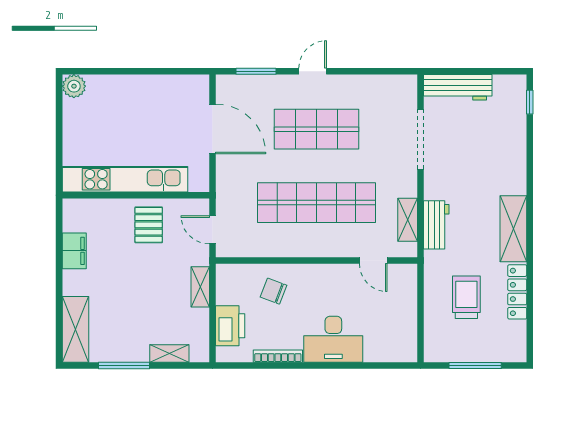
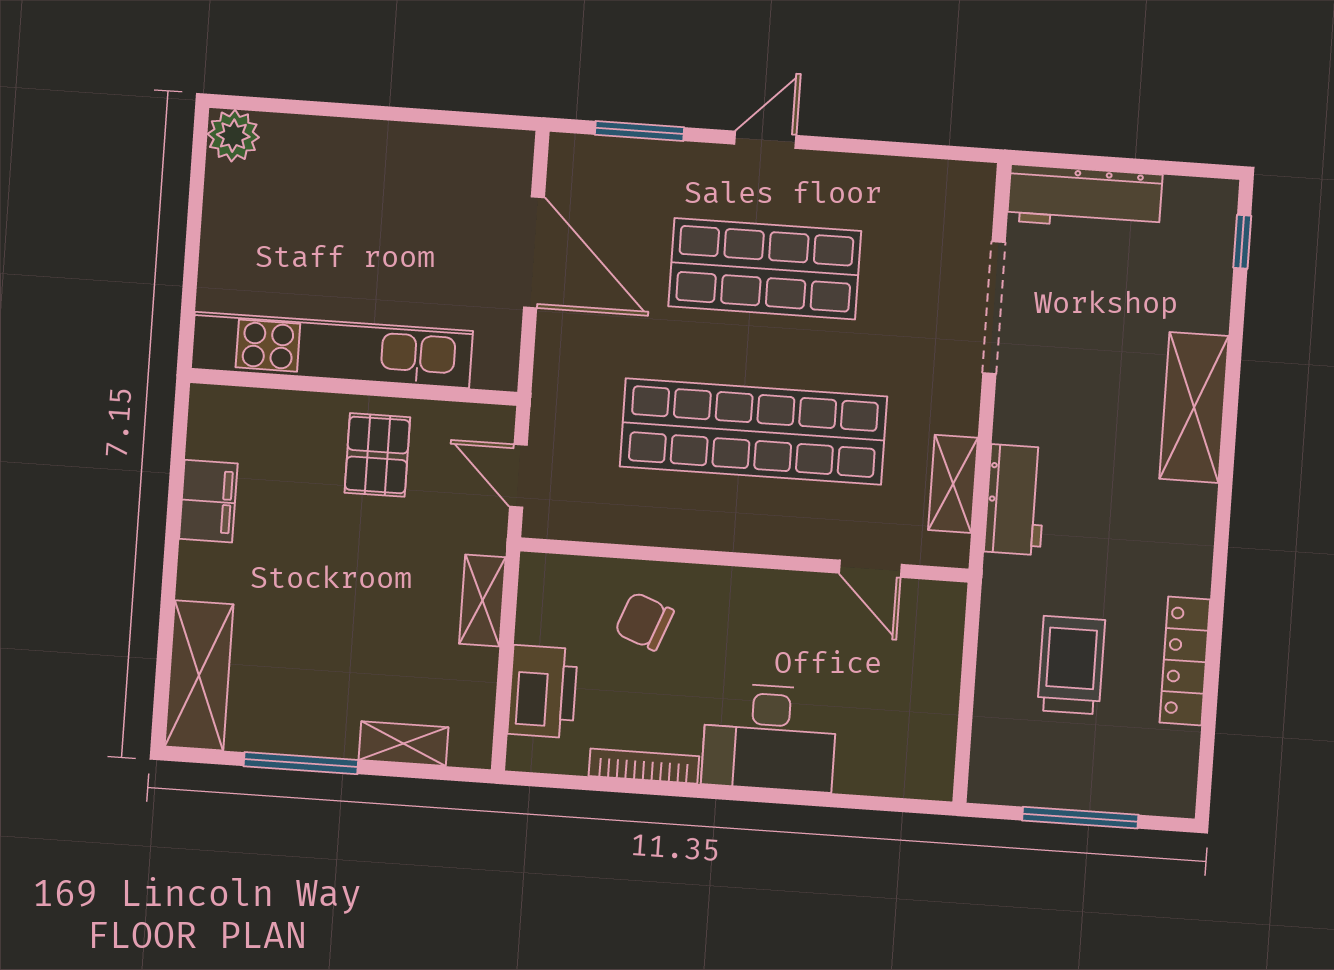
shelving: (513, 229) -> (1194, 407), moved

